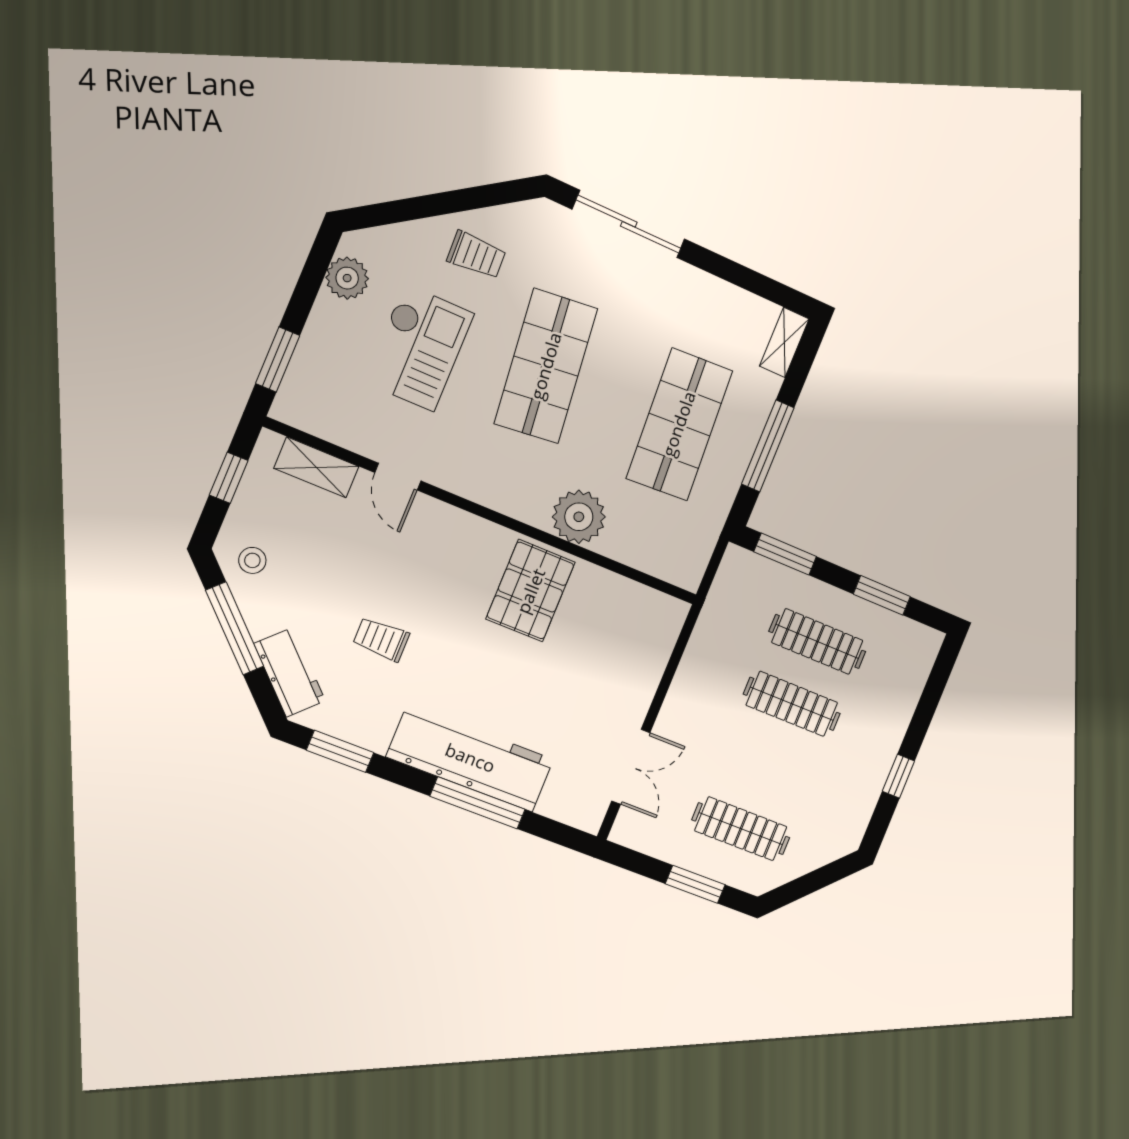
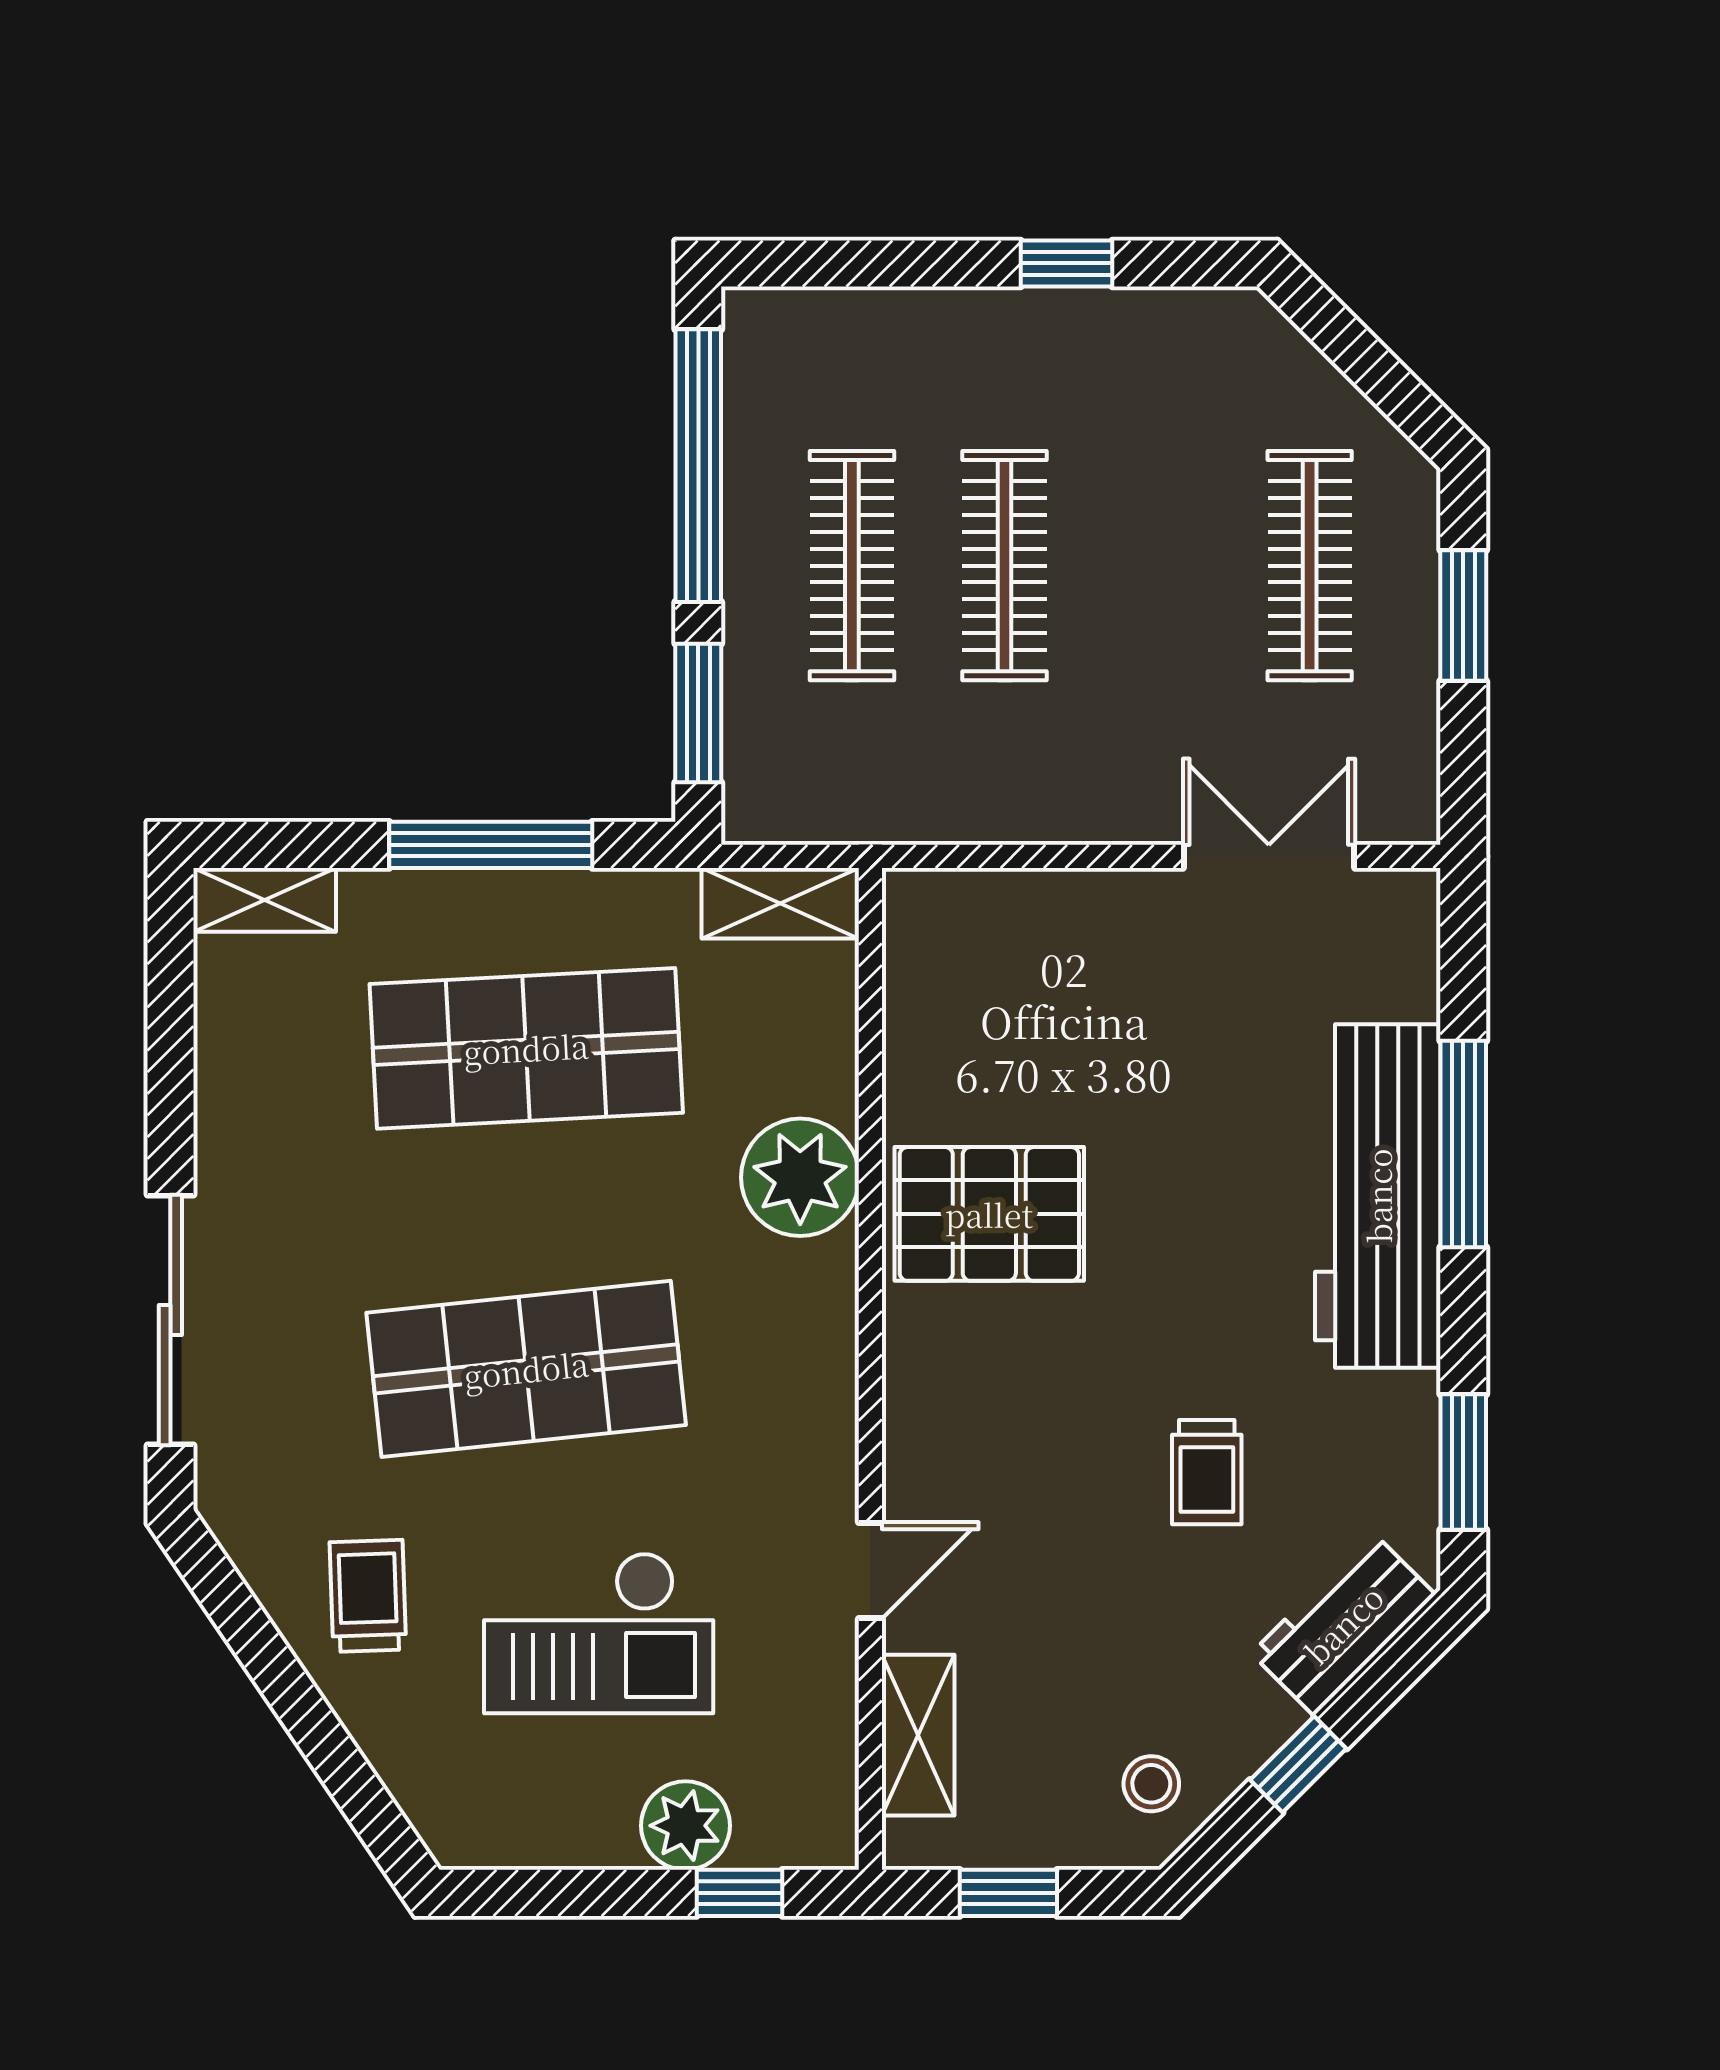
plant: (347, 278) -> (686, 1826), moved
checkout: (419, 348) -> (599, 1633), turned 180
window: (278, 359) -> (740, 1893), width x0.67
shelving: (695, 556) -> (780, 903), added
window: (882, 595) -> (698, 466), width x2.11
window: (235, 628) -> (1298, 1764), width x0.46

